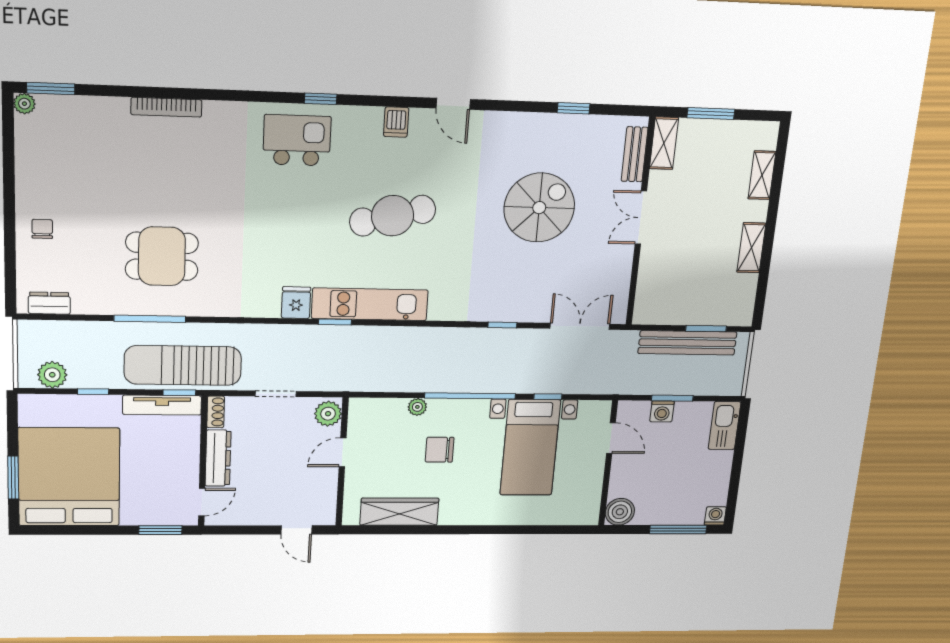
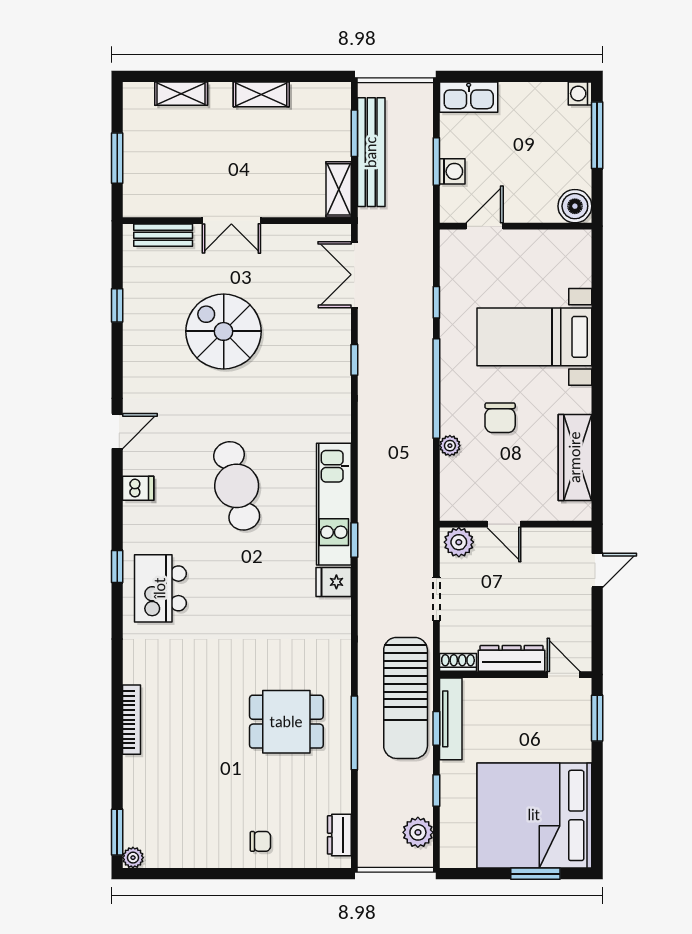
shelving: (664, 143) -> (339, 189), moved, turned 90
chair: (42, 229) -> (260, 841), turned 180
dining table: (162, 256) -> (286, 722), turned 90
window: (179, 393) -> (436, 728), moved
bed with nightstands: (530, 448) -> (534, 337), moved, turned 180

